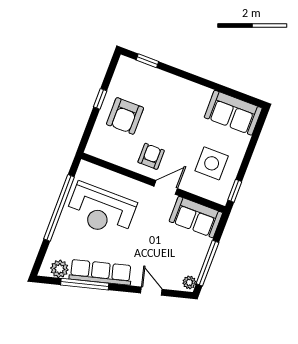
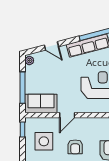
armchair: (151, 156) -> (75, 147), moved
window: (207, 263) -> (23, 88), moved

